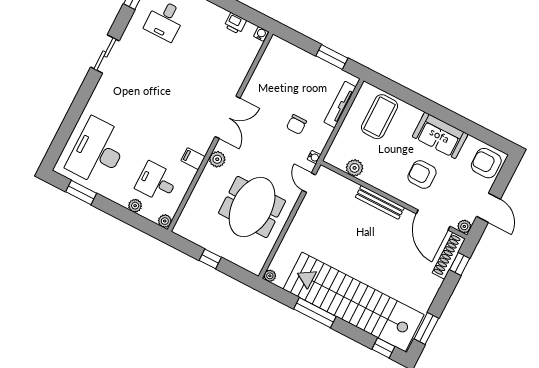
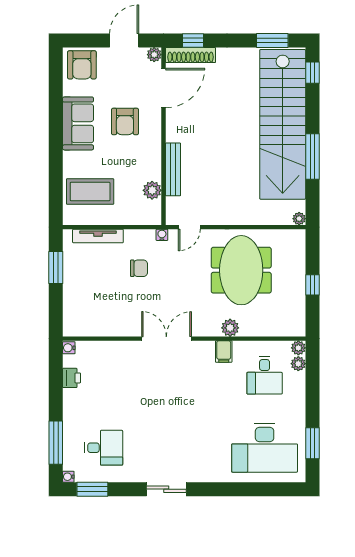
plant: (217, 159) -> (230, 328), moved
bench: (380, 202) -> (173, 169), moved
plant: (135, 206) -> (298, 364), moved
meeting table: (252, 207) -> (241, 270), turned 90

